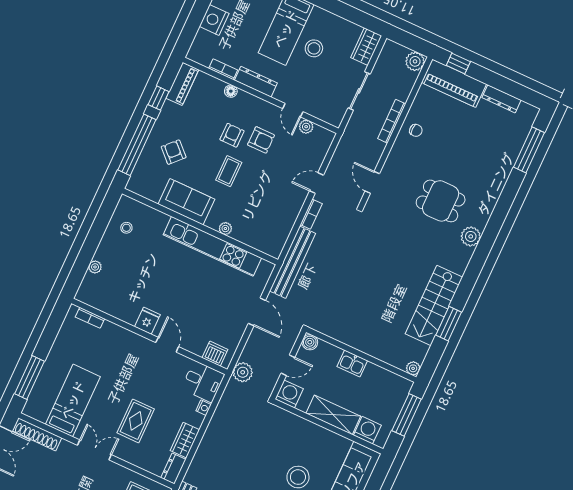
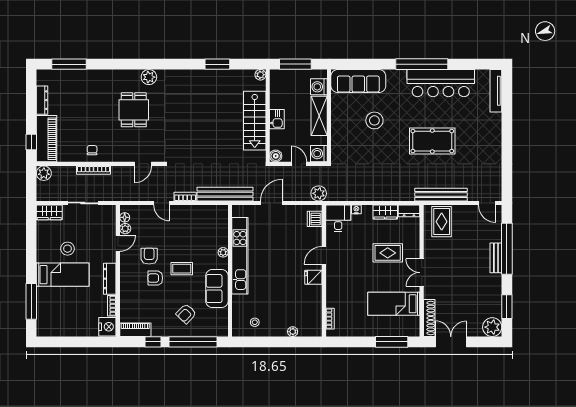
nightstand: (214, 20) -> (107, 327), moved, turned -90
floor lamp: (231, 91) -> (125, 217), moved
stairs: (434, 305) -> (255, 121), moved, turned 90

